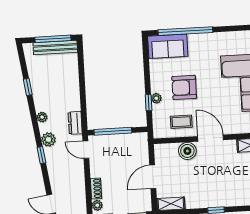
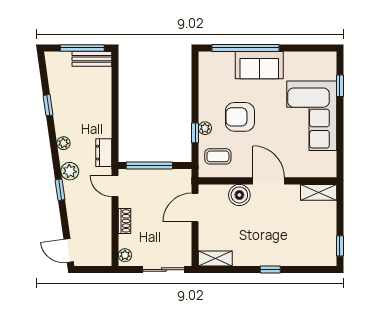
sofa: (168, 46) -> (259, 65), moved
bench: (55, 48) -> (92, 59), width x0.73
coffee table: (181, 122) -> (218, 156), moved
door: (153, 177) -> (195, 208), moved
shoe rack: (96, 189) -> (125, 221), moved

